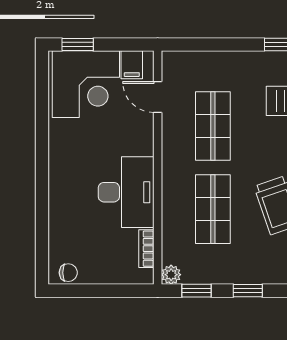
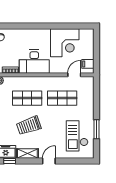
window: (78, 44) -> (96, 41), removed
corner desk: (86, 84) -> (65, 43), moved, turned -90

